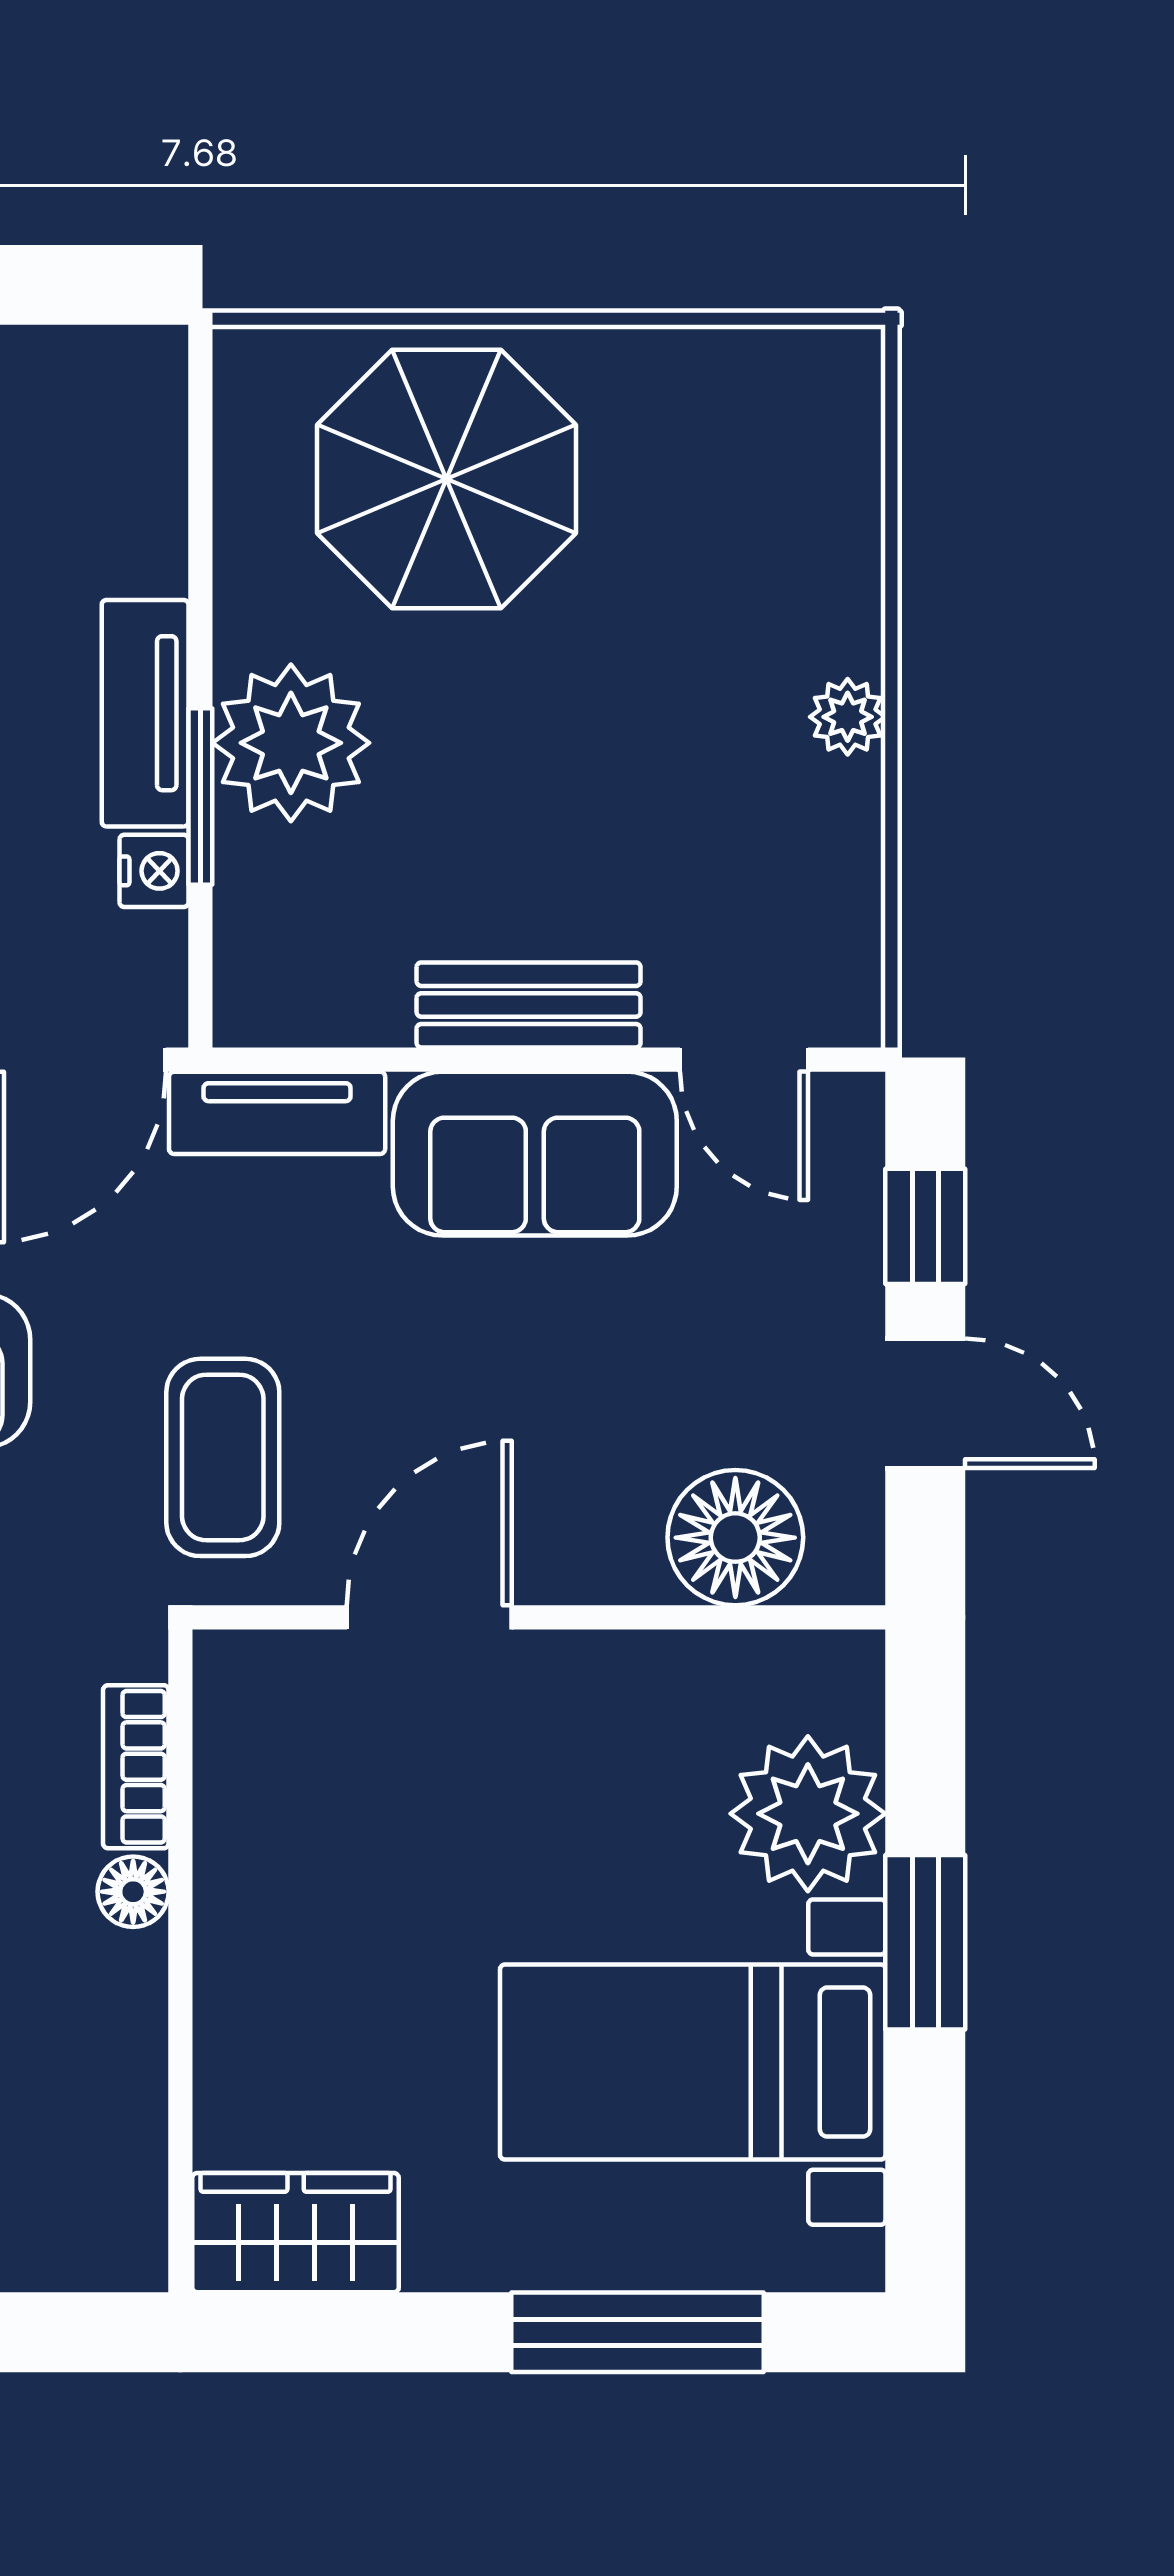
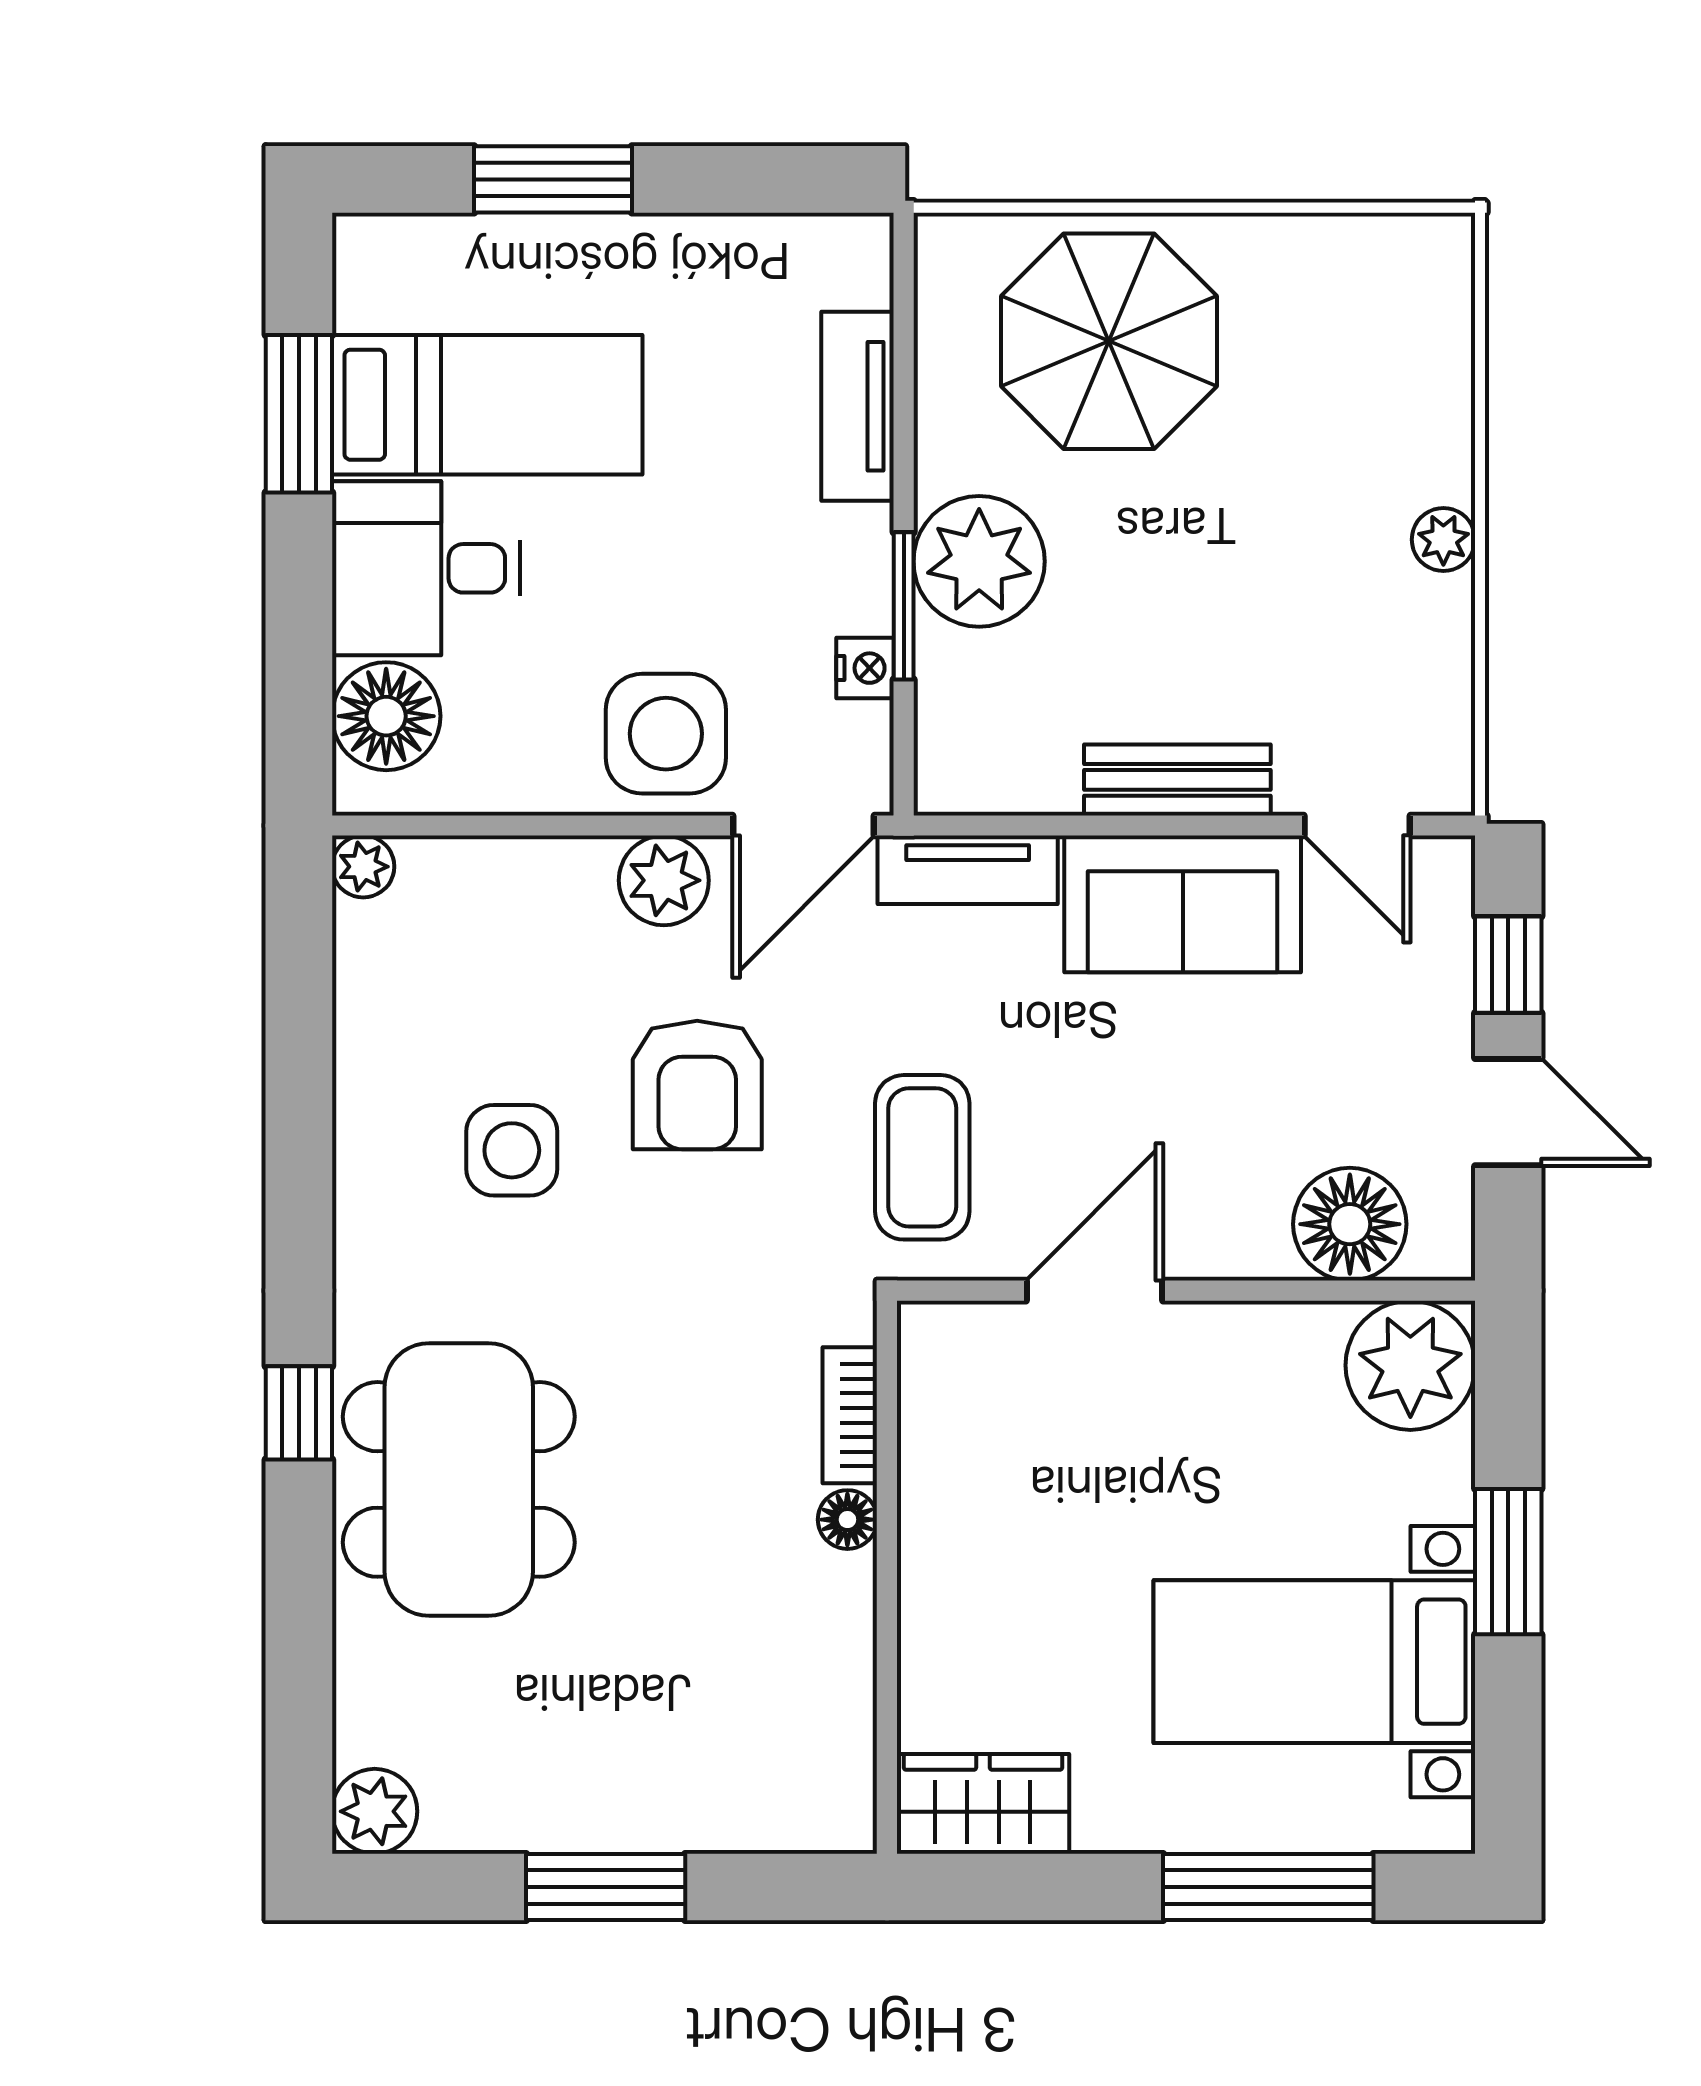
tv unit: (145, 713) -> (857, 406), moved
plant: (808, 1814) -> (1410, 1365), moved

